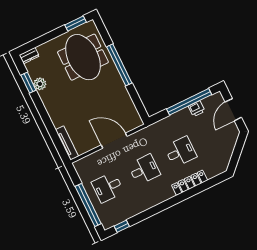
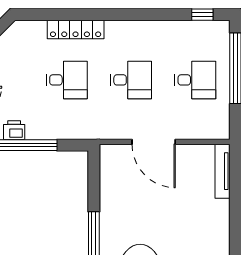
desk: (181, 152) -> (67, 80), turned 180
desk: (144, 170) -> (131, 80), turned 180

